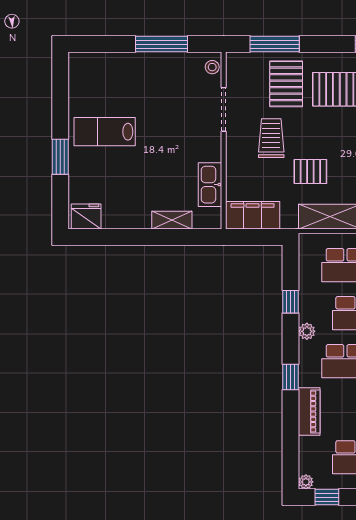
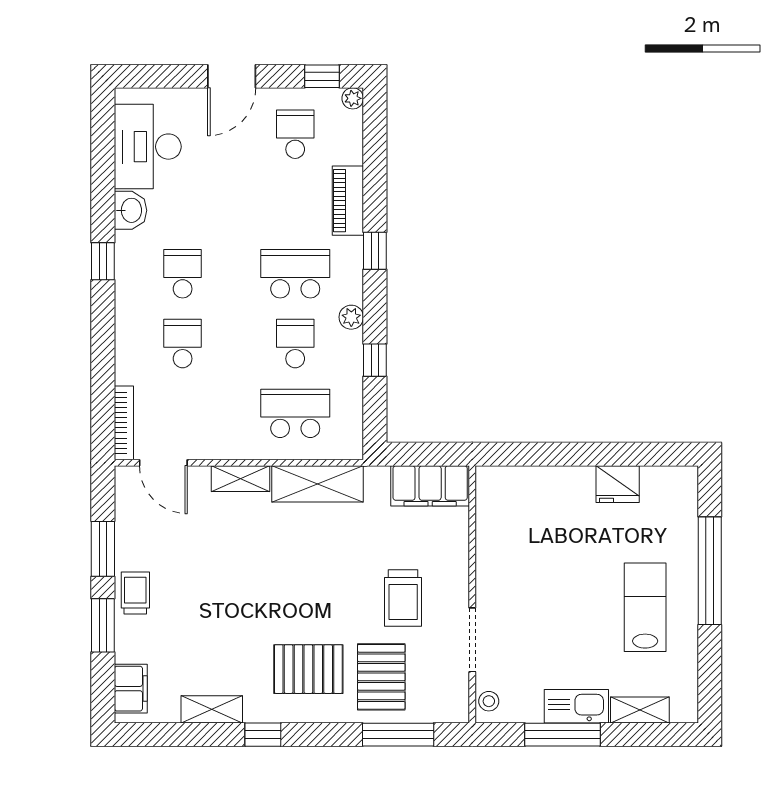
lab bench: (105, 132) -> (645, 607), turned -90
window: (60, 157) -> (710, 571), width x2.11
pallet: (310, 172) -> (346, 549), removed
kitchen sink: (210, 185) -> (576, 706), moved, turned -90
fridge: (86, 217) -> (618, 484), moved
shelving: (172, 220) -> (640, 710), moved

